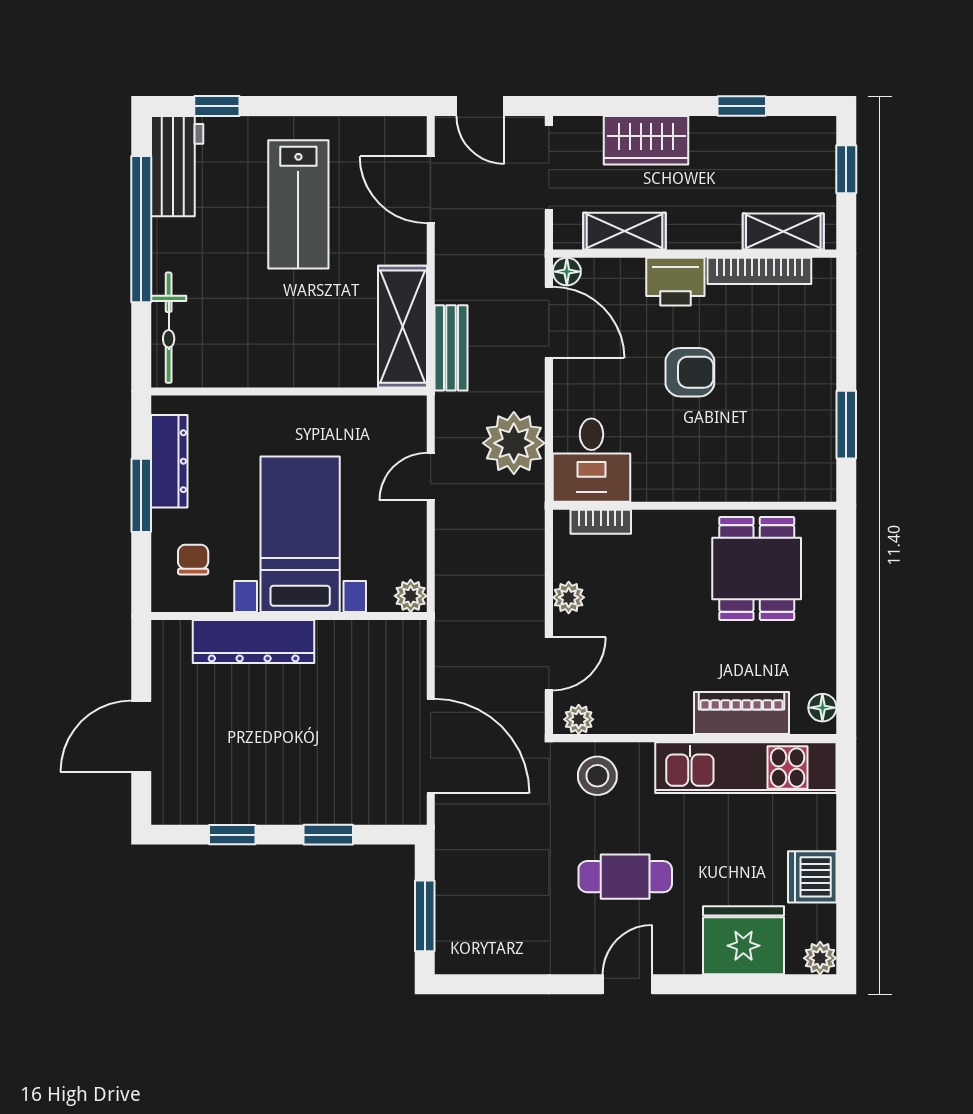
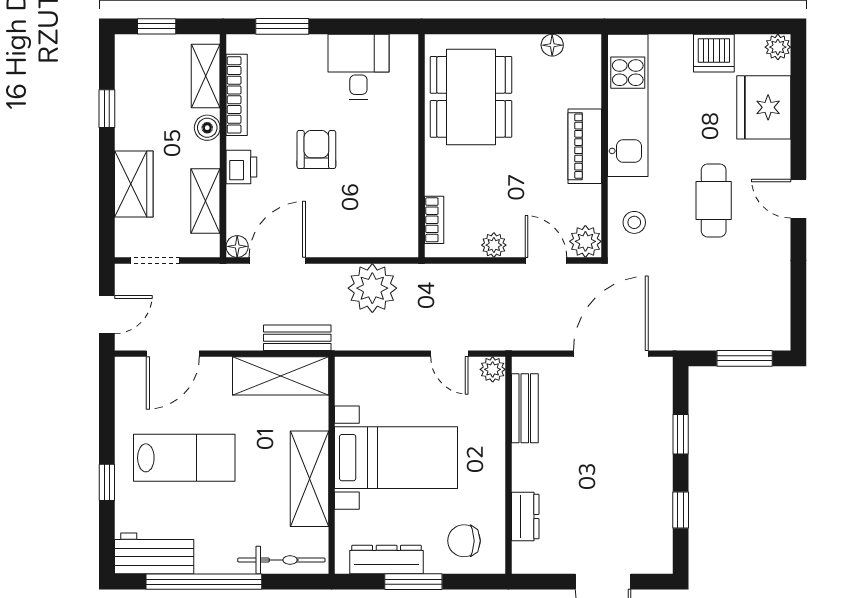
window: (217, 106) -> (107, 482), moved
doorway: (549, 167) -> (155, 261), width x0.73
boiler: (718, 234) -> (207, 128), added
printer: (675, 282) -> (241, 167), width x0.73, depth x0.81
shelving: (272, 363) -> (309, 479), added
window: (846, 425) -> (282, 26), moved
desk: (591, 460) -> (358, 67), moved, turned -90
door: (431, 477) -> (449, 354), moved
bed with nightstands: (300, 534) -> (396, 458), moved, turned 180
chair: (193, 560) -> (464, 541), width x1.37, depth x1.37
dining table: (757, 568) -> (471, 97), width x1.38
bench: (361, 637) -> (525, 408), added
dresser: (254, 642) -> (525, 517), width x0.51, depth x0.80
floor lamp: (822, 708) -> (552, 45), moved
piano: (741, 713) -> (585, 146), moved
plant: (579, 719) -> (585, 241), width x1.38, depth x1.38
stool: (597, 776) -> (634, 222), width x0.73, depth x0.73

